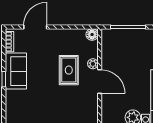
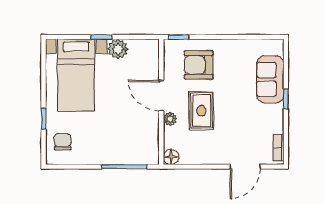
sofa: (16, 71) -> (270, 79), moved
armchair: (71, 105) -> (199, 65), added

